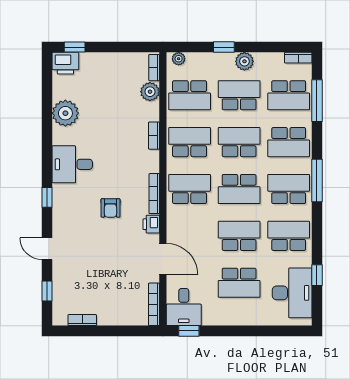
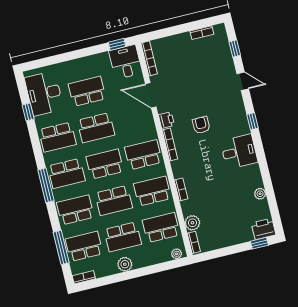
window: (224, 47) -> (144, 271), removed
plant: (65, 113) -> (260, 194), width x0.53, depth x0.53
school desk: (190, 142) -> (152, 191), turned 180
school desk: (190, 189) -> (143, 155), turned 180

